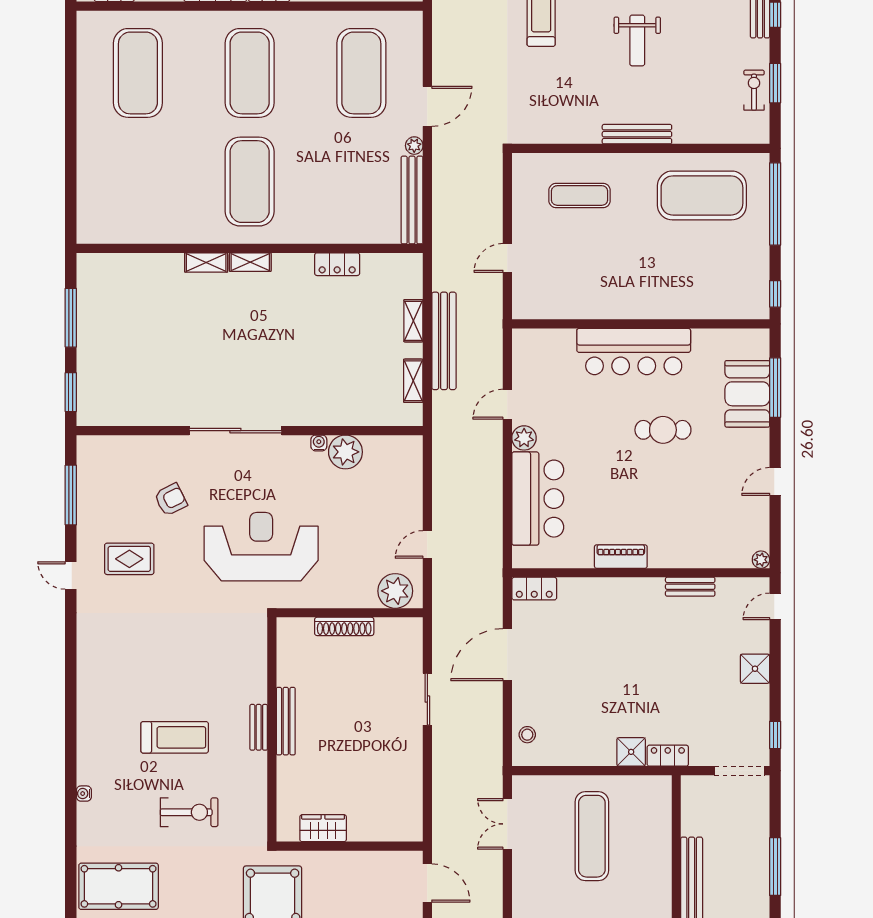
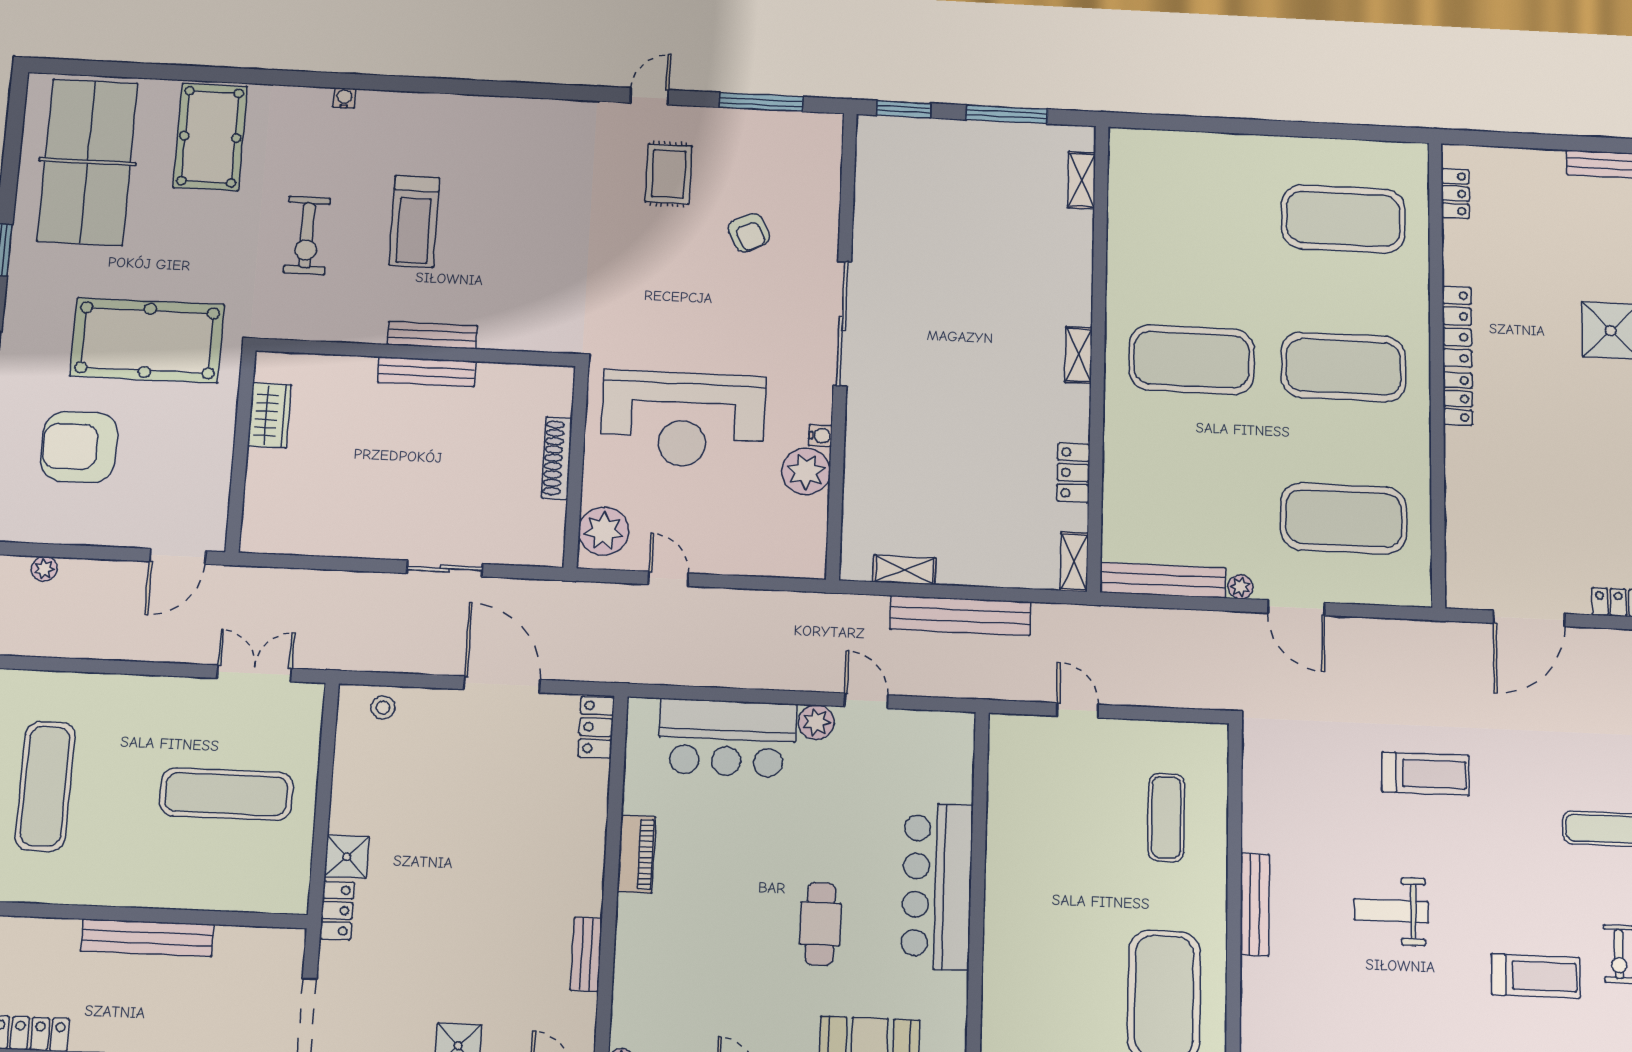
shelving: (206, 262) -> (1082, 180), moved
shelving: (413, 321) -> (1074, 562), moved, turned 90
reception desk: (261, 547) -> (683, 419), moved, turned 90
bench: (259, 727) -> (432, 335), width x1.36

